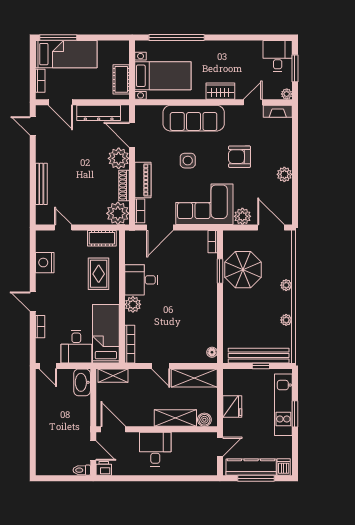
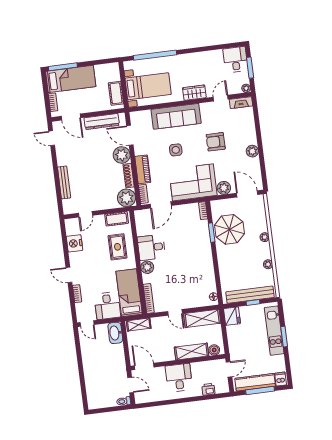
door: (63, 228) -> (85, 214), swing flipped
fridge: (232, 407) -> (232, 316), moved
printer: (104, 468) -> (208, 389), moved

